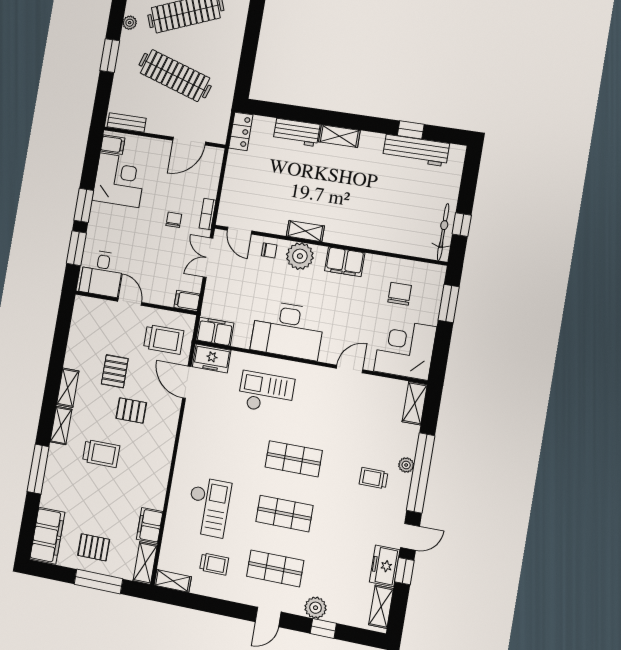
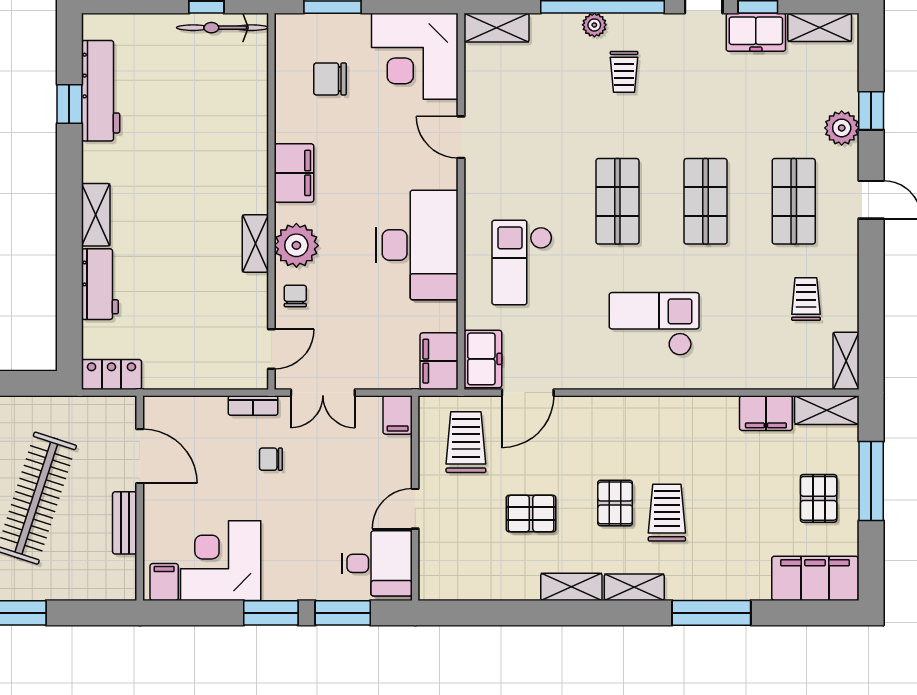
bench: (127, 123) -> (125, 523), moved
pallet: (131, 411) -> (615, 503), moved
checkout: (208, 507) -> (654, 324), moved

